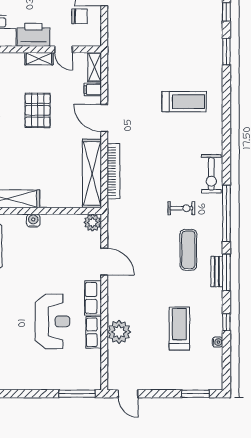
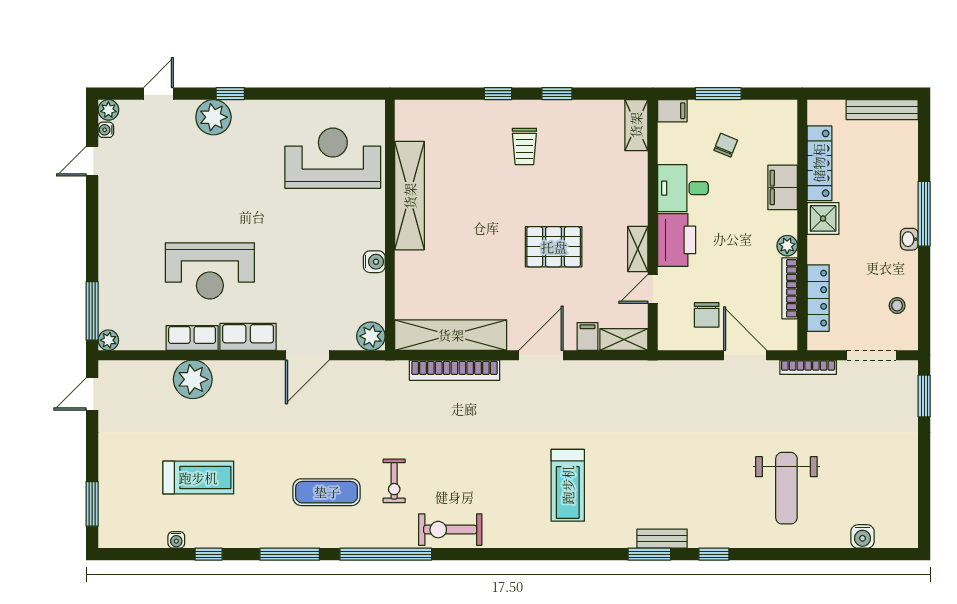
water cooler: (33, 220) -> (374, 262), moved
bench: (217, 272) -> (662, 539), moved
plant: (95, 384) -> (108, 340), added

